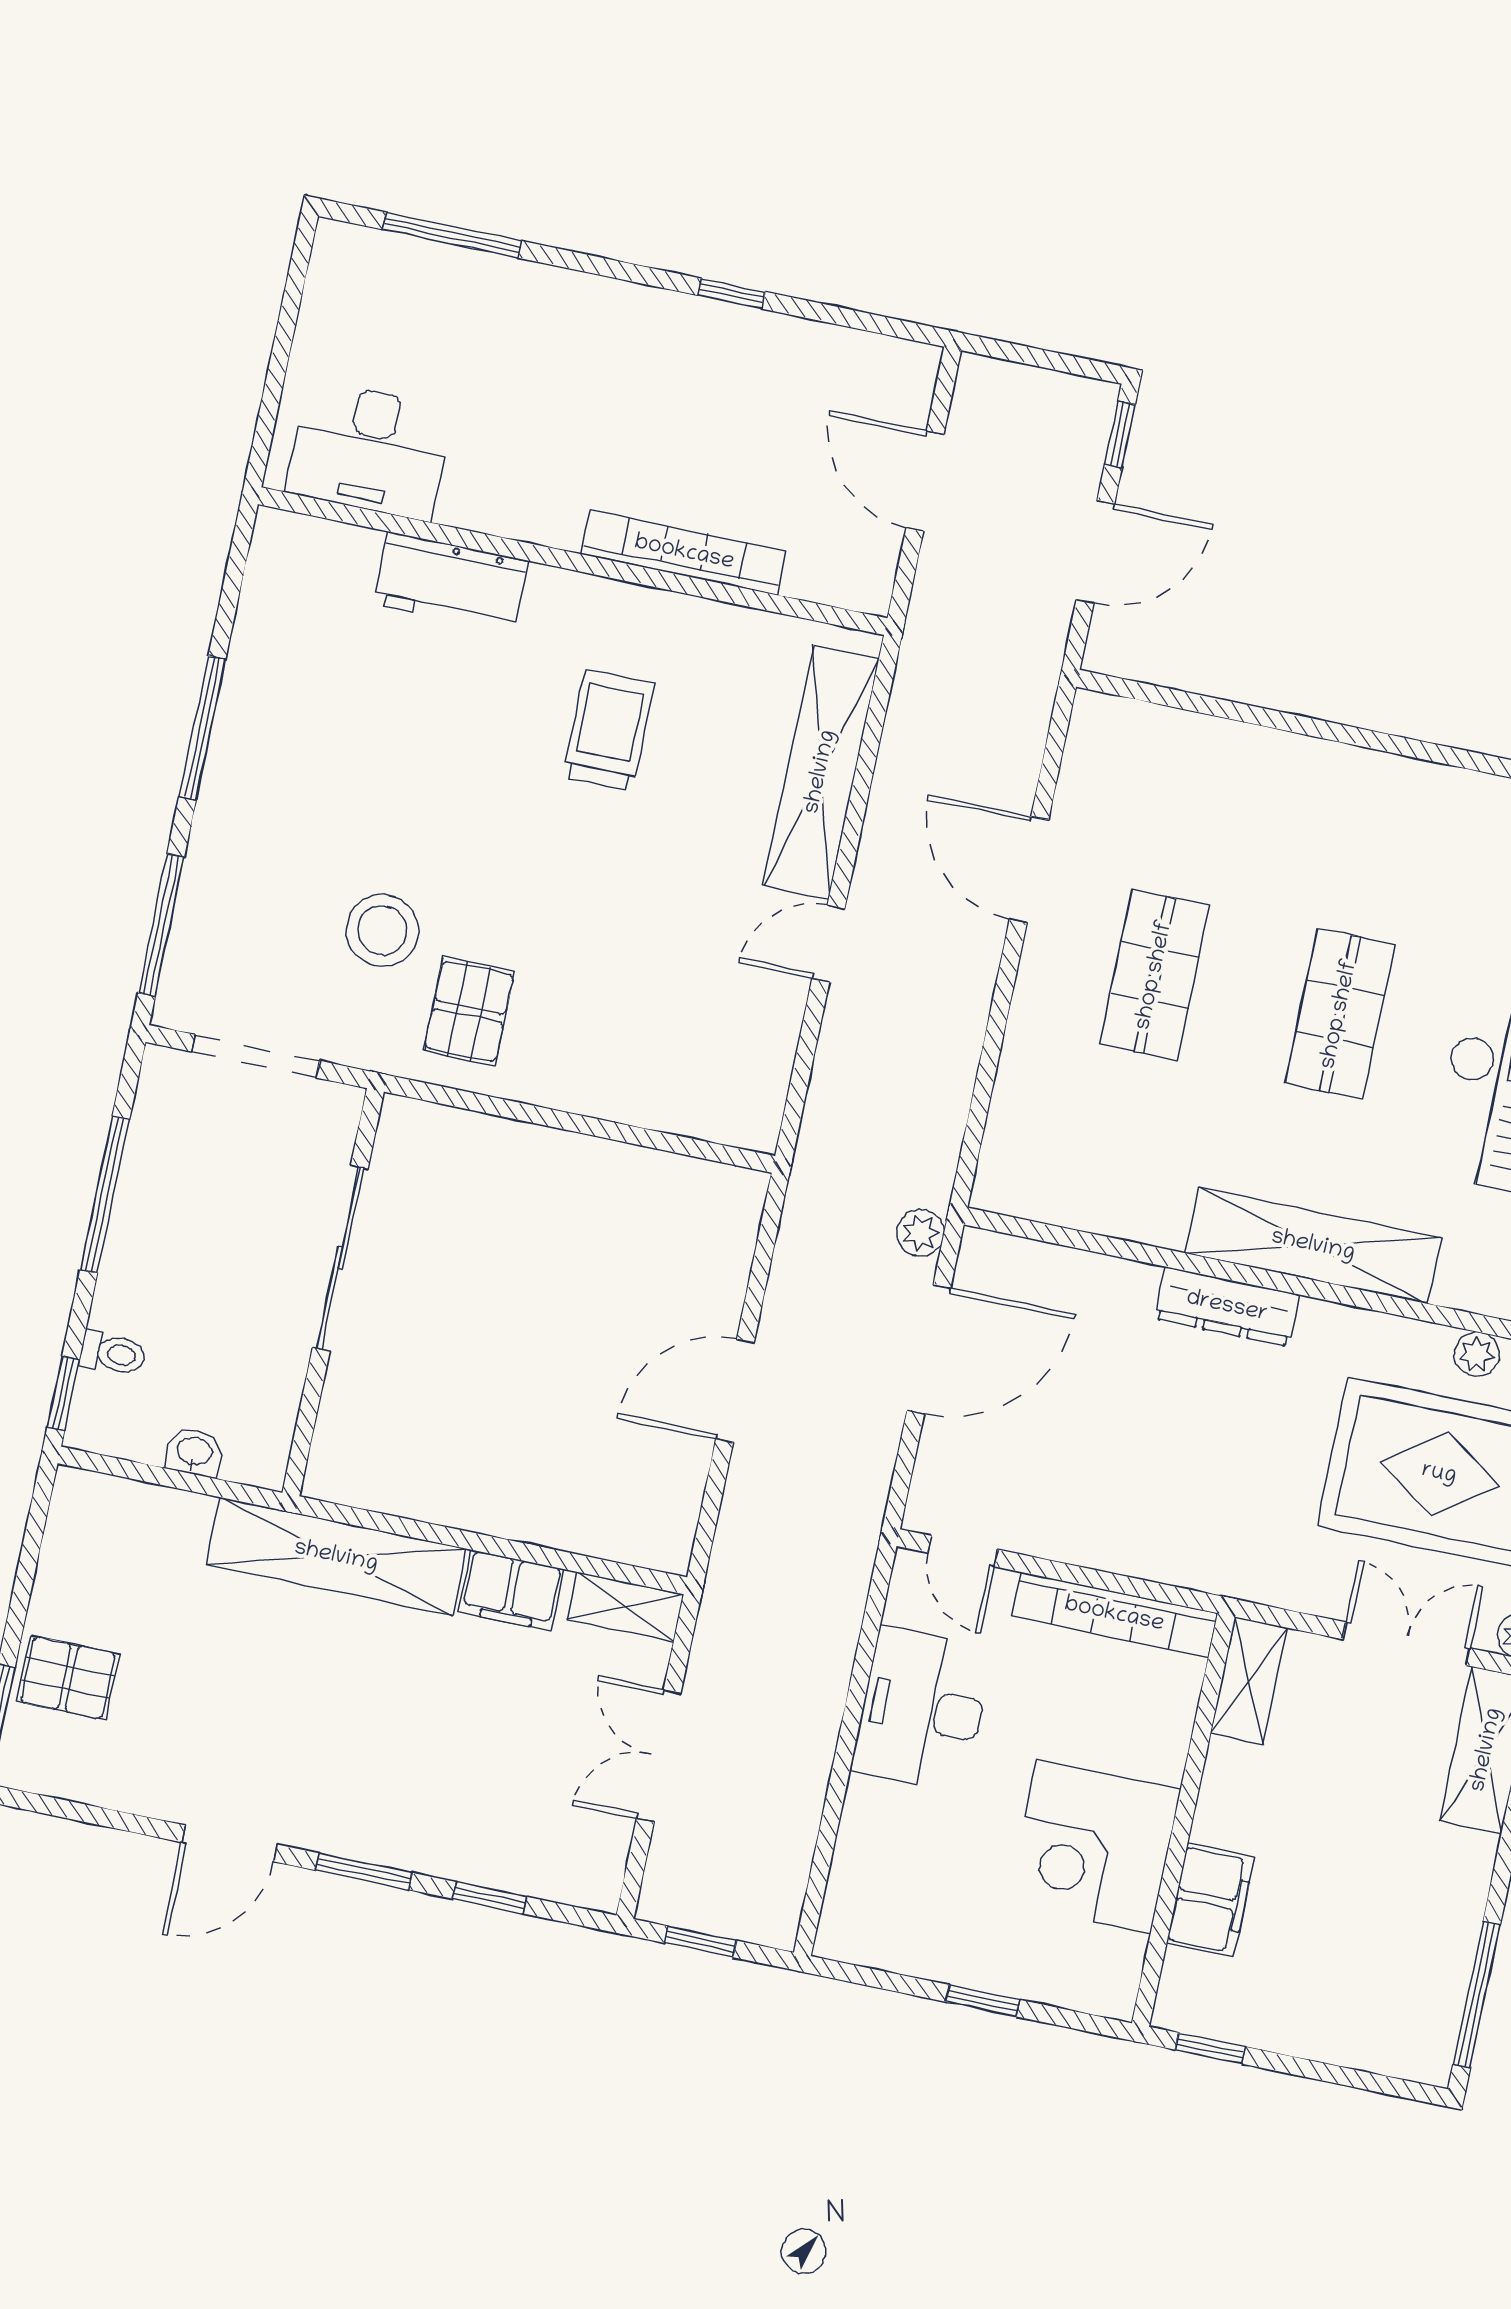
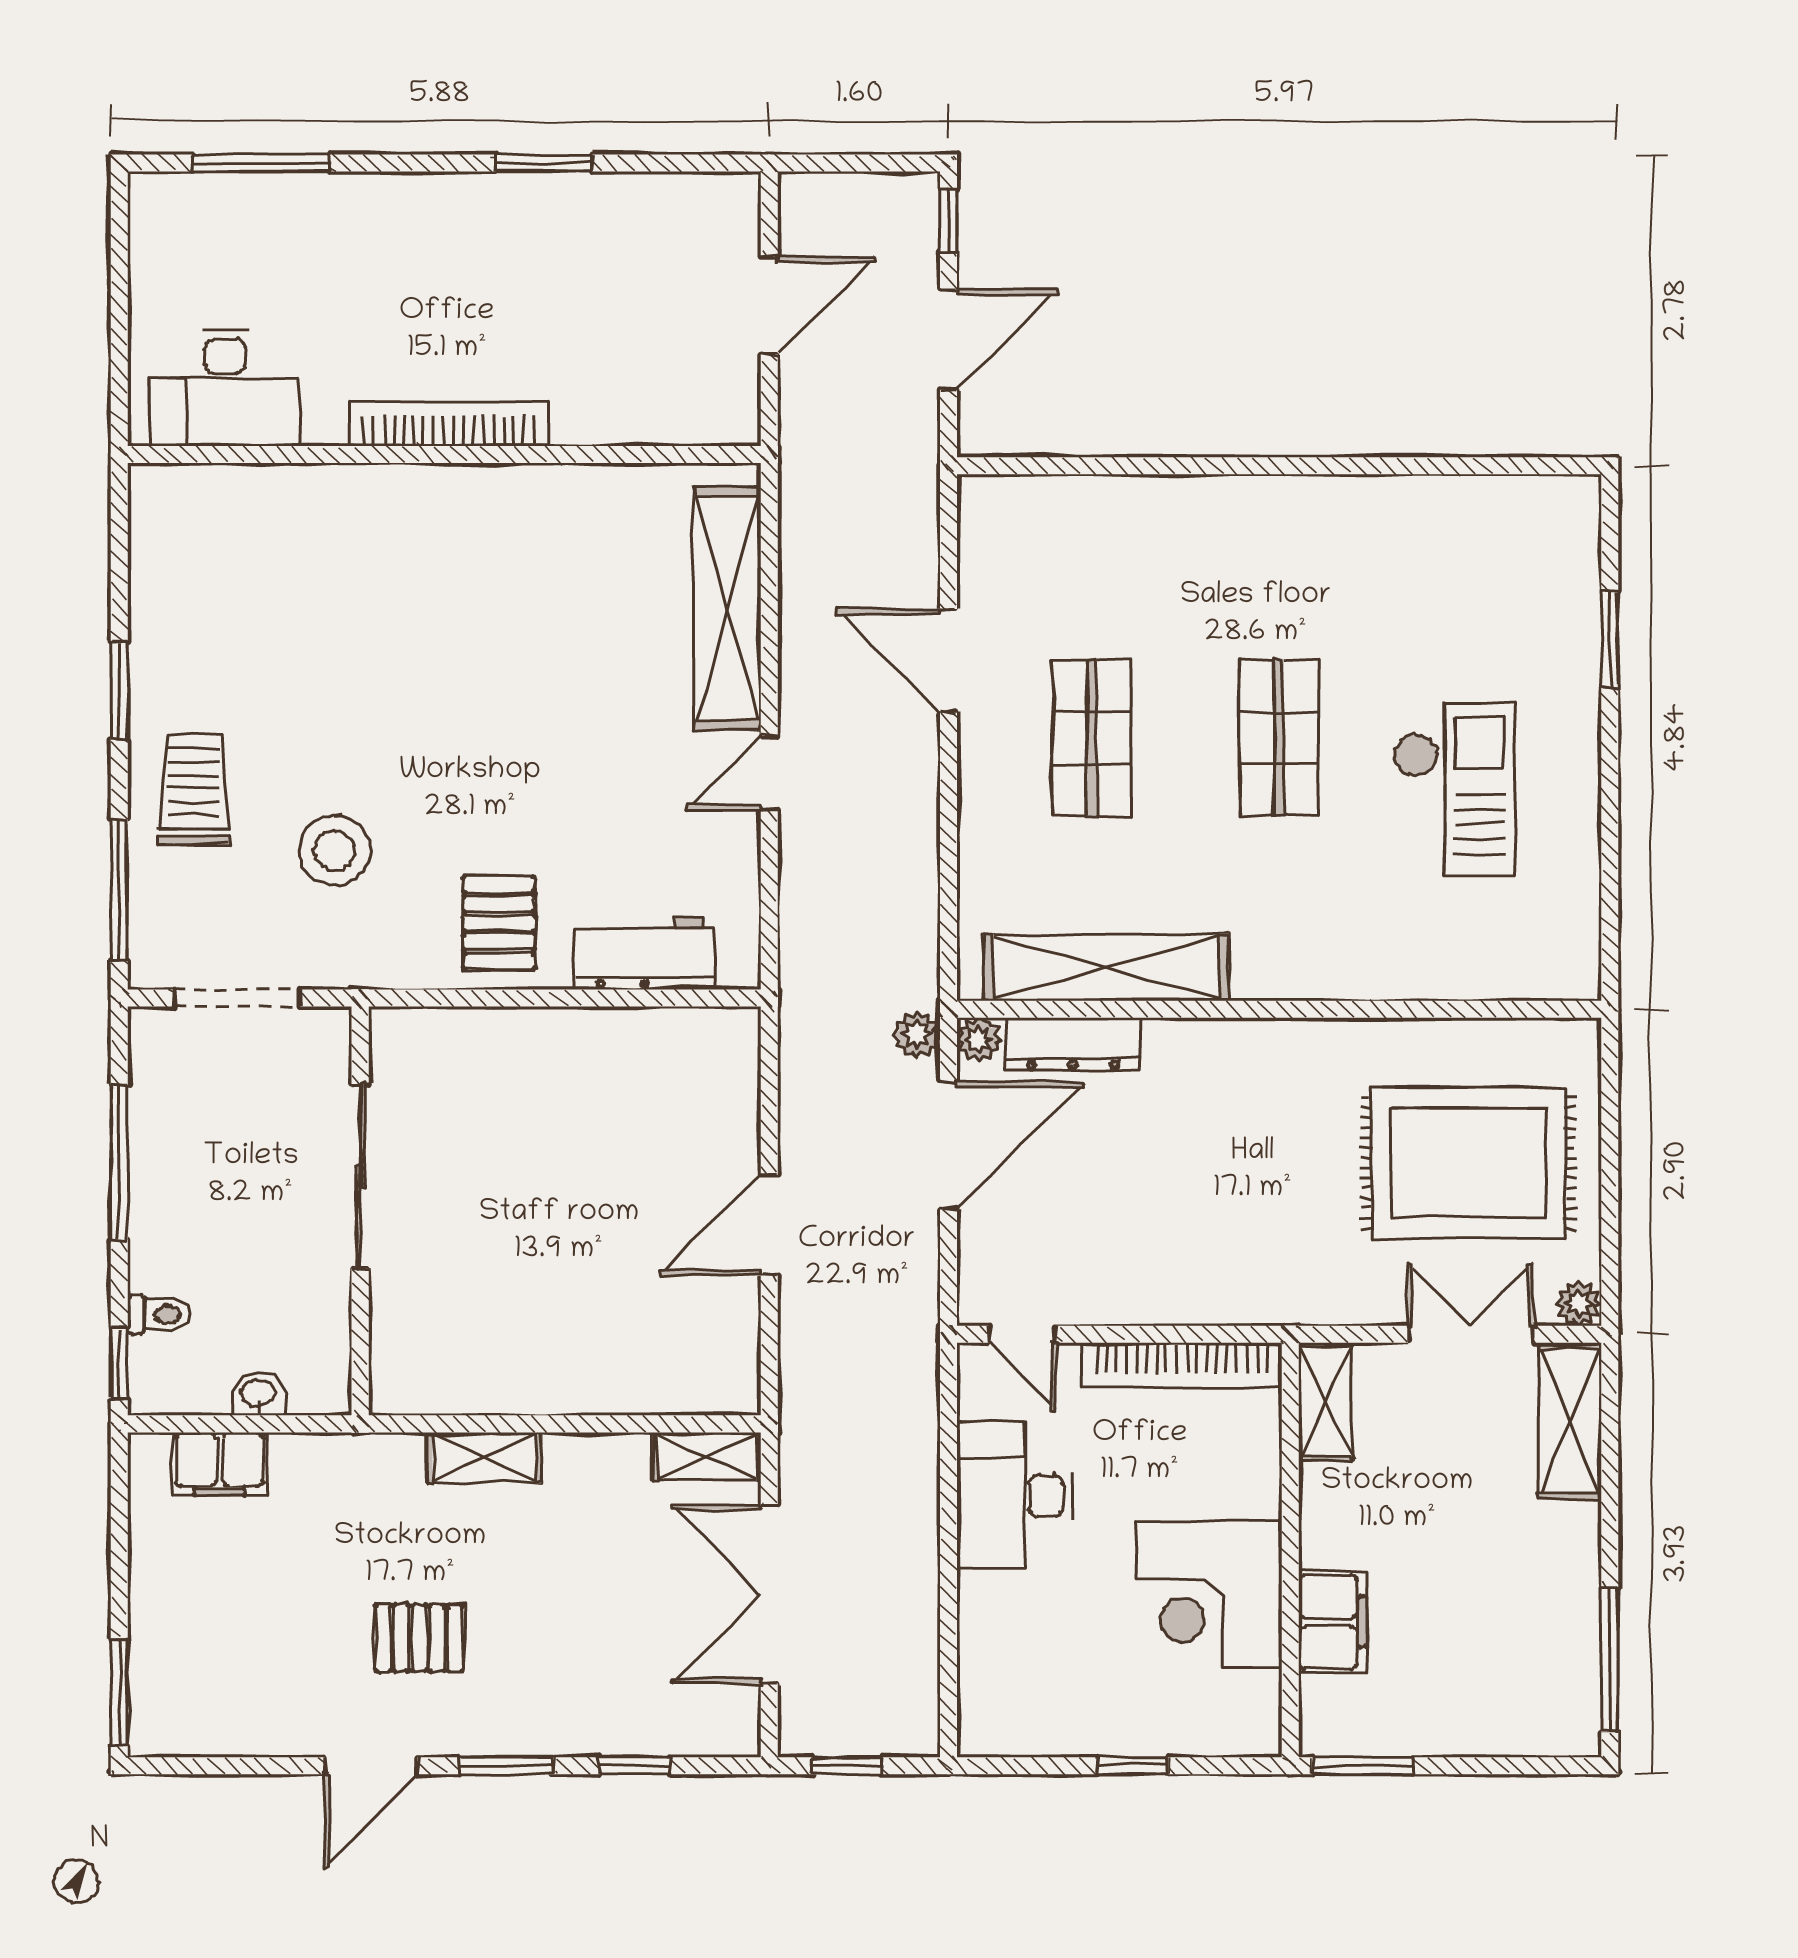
window: (732, 294) -> (544, 163), width x1.50
door: (925, 481) -> (769, 306), swing flipped
bookcase: (684, 553) -> (449, 424), moved
workbench: (451, 582) -> (644, 953), moved, turned 180
window: (202, 728) -> (119, 691), width x0.69
trolley: (608, 730) -> (194, 790), moved
pallet: (469, 1011) -> (499, 923), moved
shelving: (1313, 1246) -> (1106, 967), moved
dresser: (1227, 1307) -> (1073, 1044), moved
plant: (1477, 1354) -> (979, 1040), moved
shelving: (336, 1557) -> (484, 1458), width x0.45, depth x0.75
filing cabinet: (511, 1590) -> (219, 1464), moved
pallet: (68, 1678) -> (419, 1638), moved
double door: (659, 1756) -> (769, 1594), width x1.37
window: (1210, 2048) -> (1363, 1766), width x1.50

